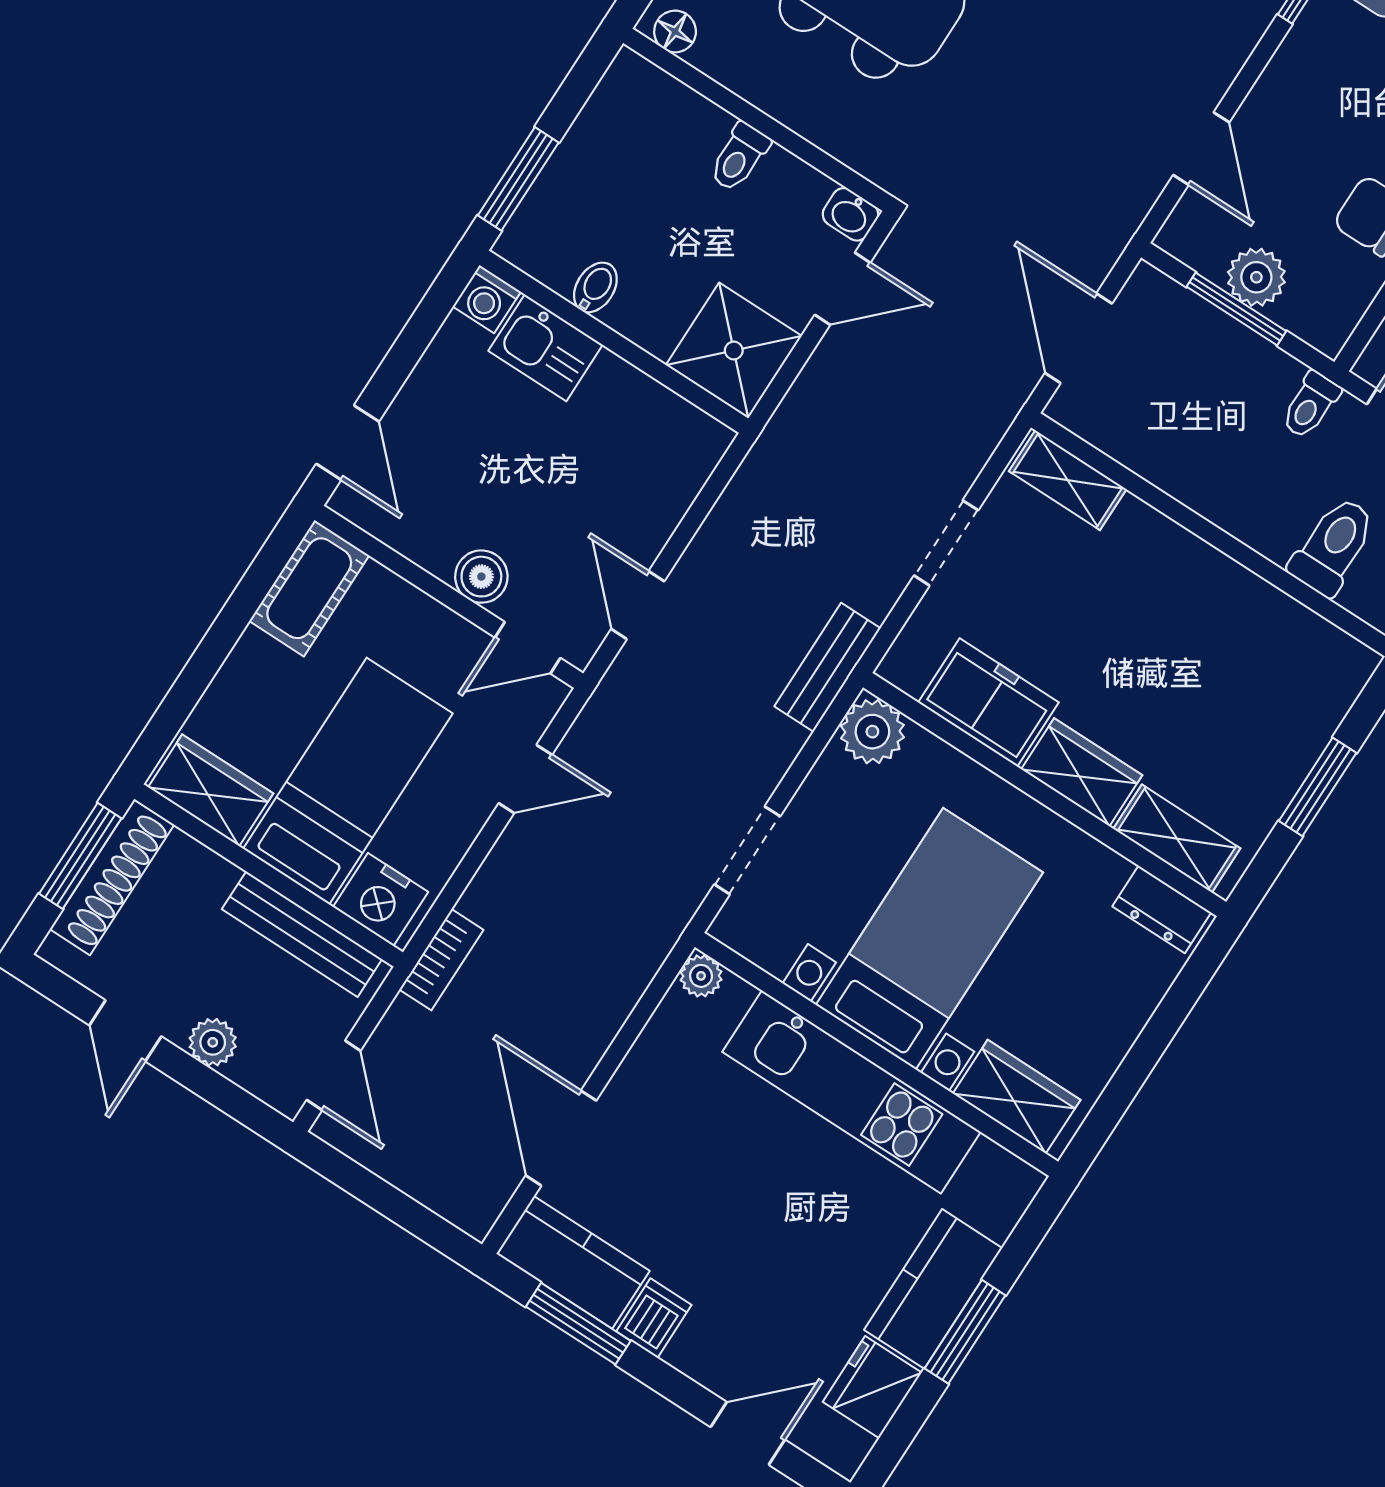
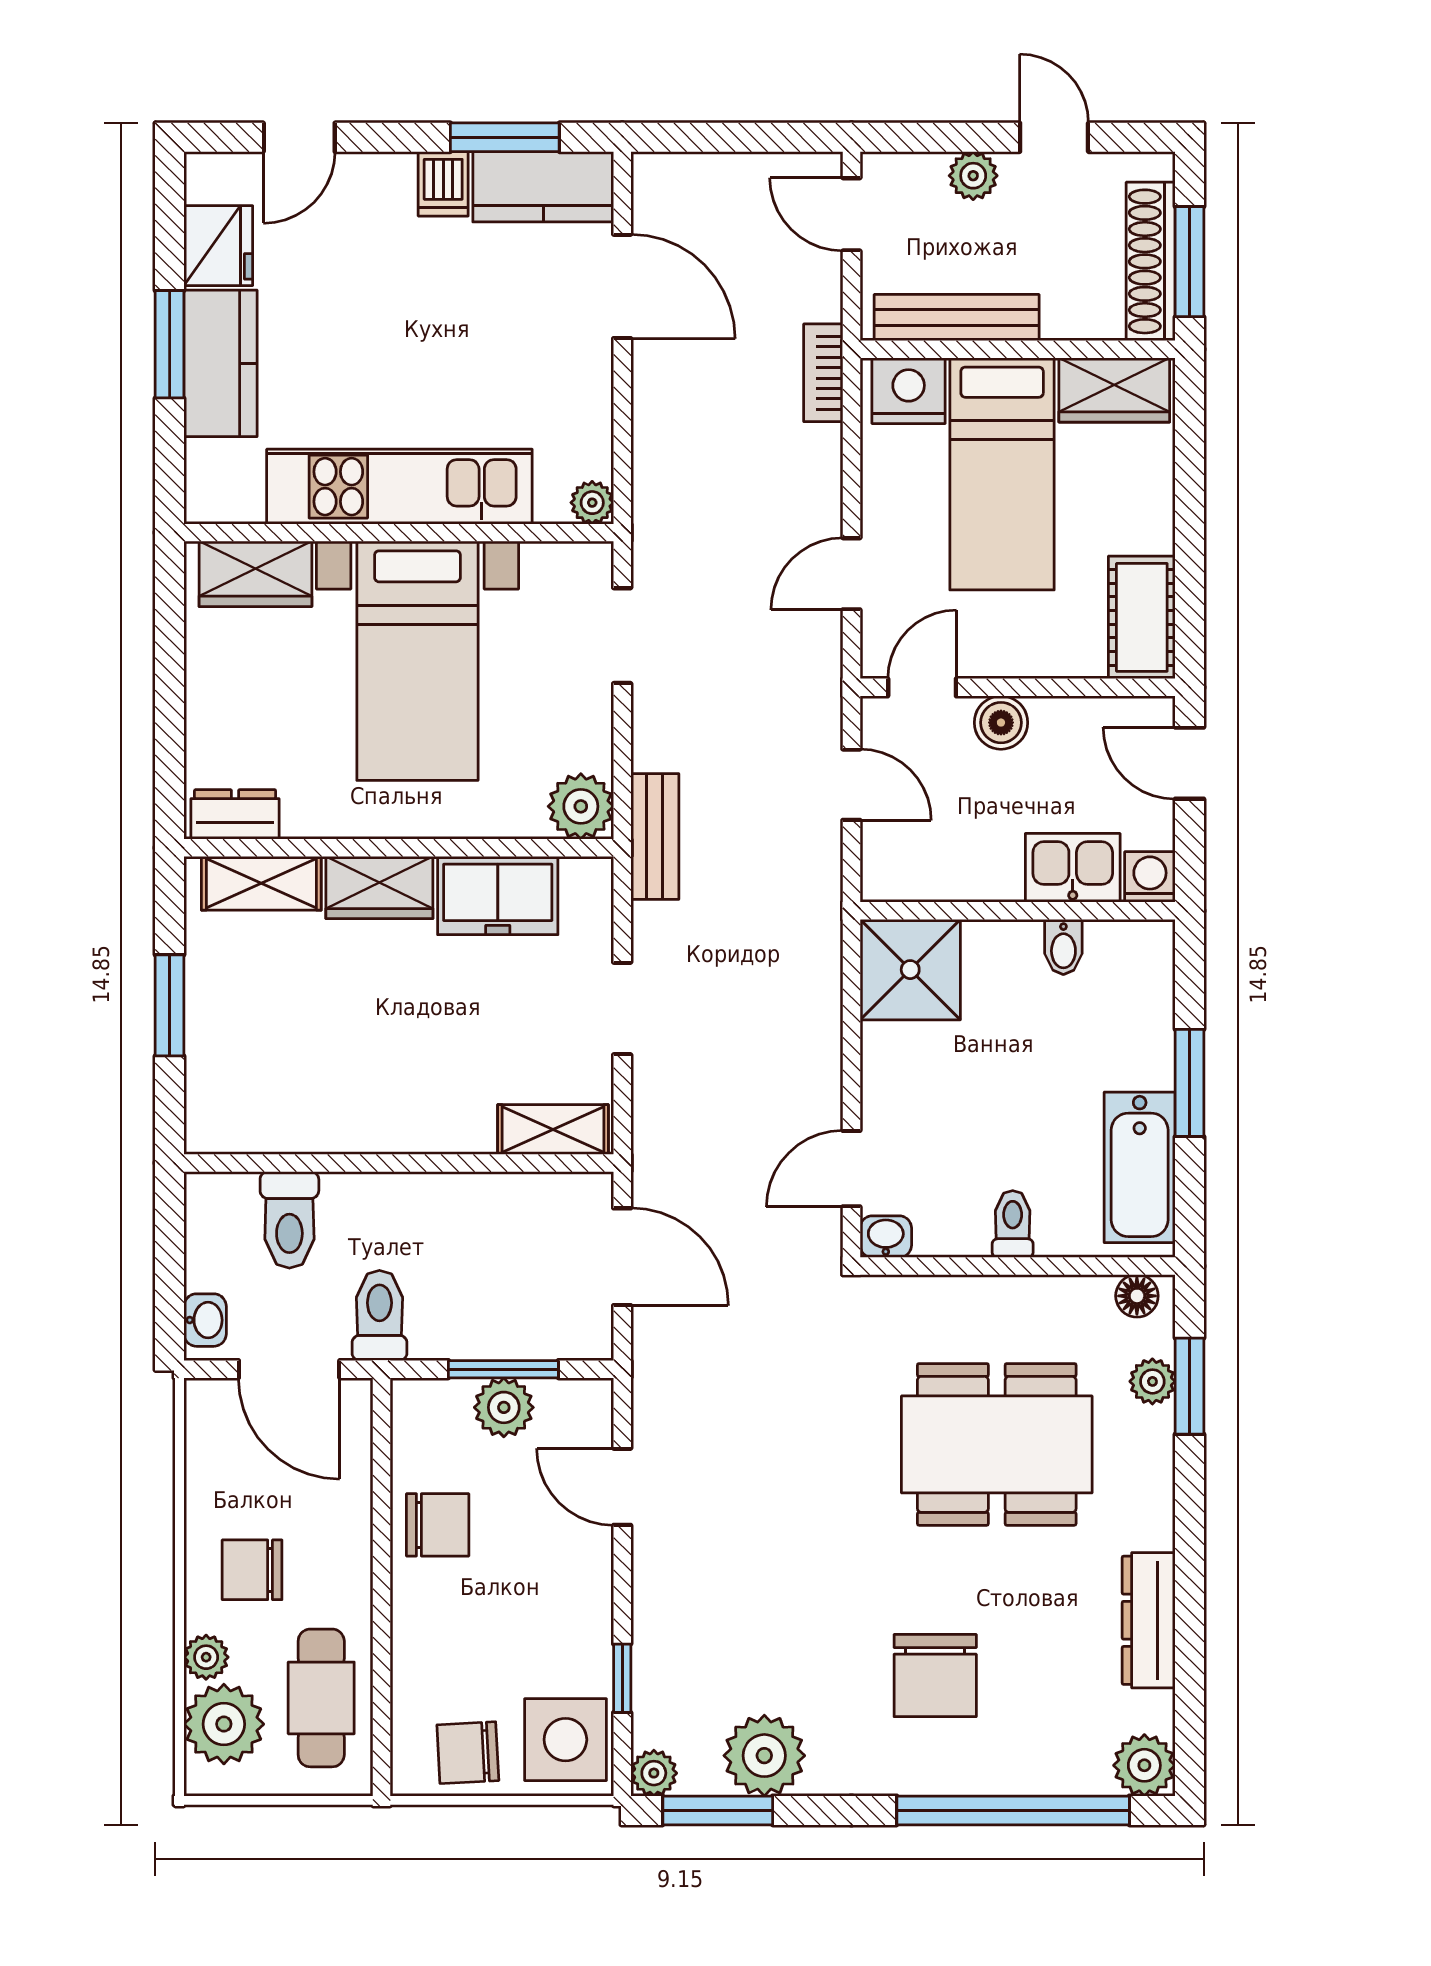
bathtub: (604, 136) -> (1140, 1167), added
bidet: (595, 287) -> (1063, 947), moved
washing machine: (487, 299) -> (1150, 877), moved
wall: (614, 342) -> (1018, 911), moved
kitchen sink: (546, 348) -> (1073, 868), moved
shower: (734, 351) -> (910, 970), moved
toilet: (1310, 405) -> (379, 1315), width x1.37, depth x1.39

